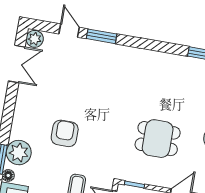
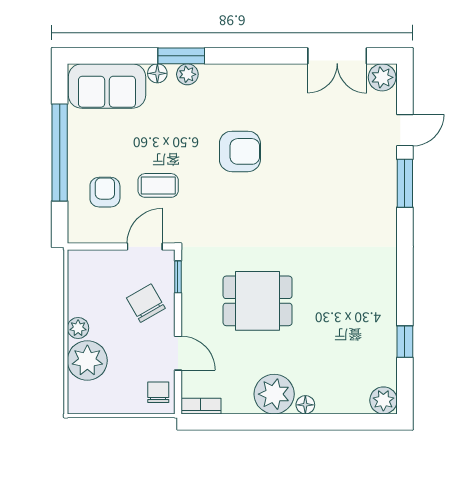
dining table: (158, 139) -> (258, 301), turned 90
plant: (19, 153) -> (187, 74), width x0.53, depth x0.53

